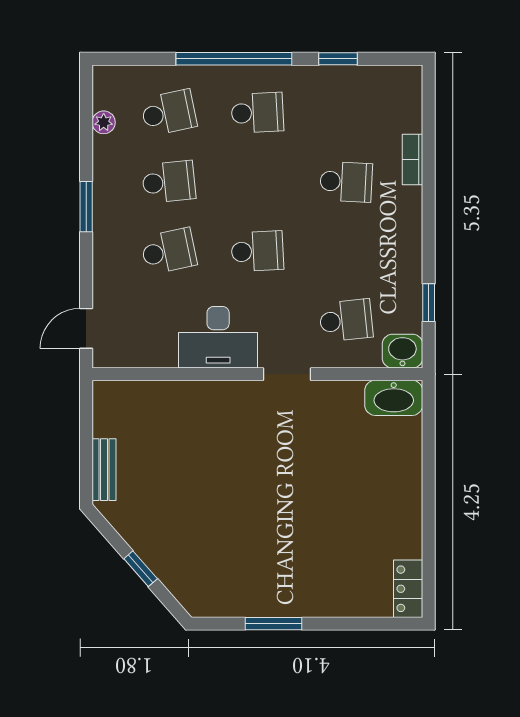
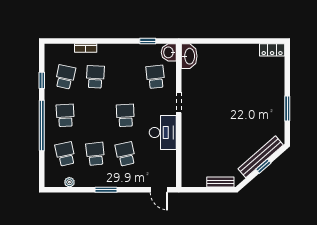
school desk: (346, 113) -> (65, 77), added
bench: (162, 562) -> (261, 157), added

